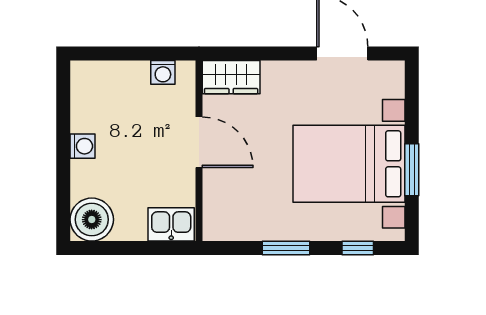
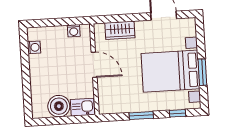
wardrobe: (231, 77) -> (120, 30), moved
washing machine: (83, 146) -> (34, 47), moved
boiler: (92, 220) -> (59, 106), moved

